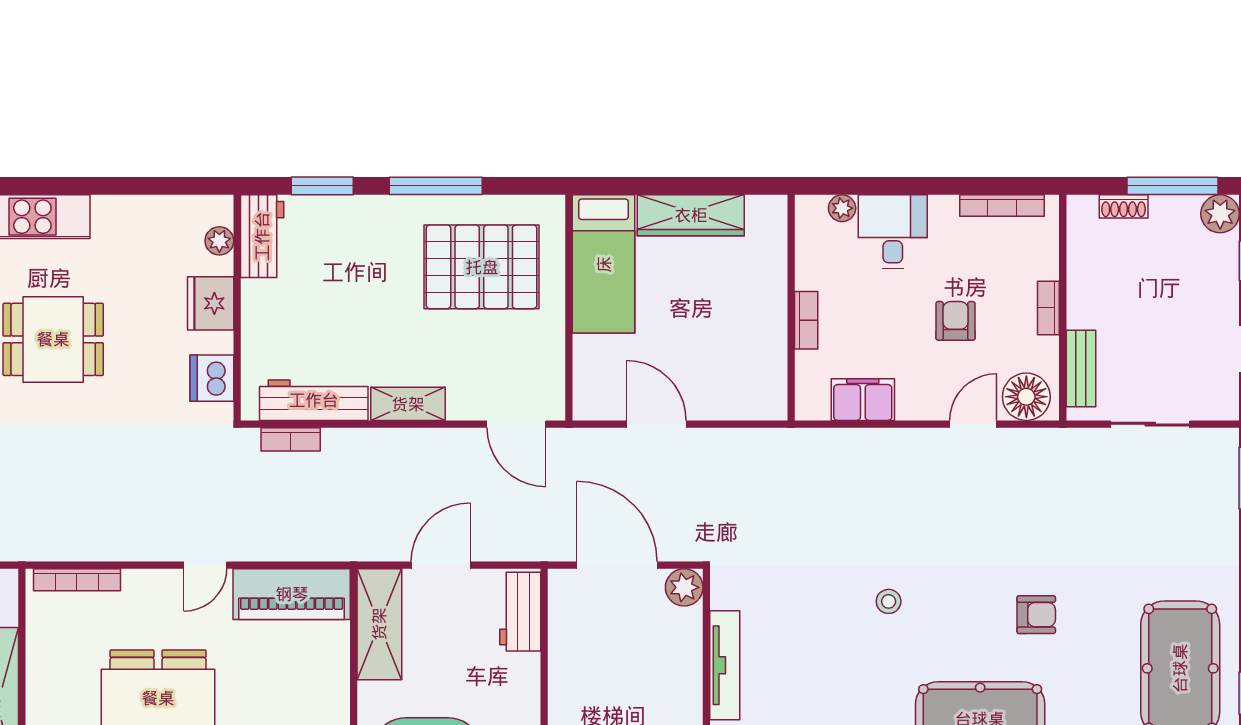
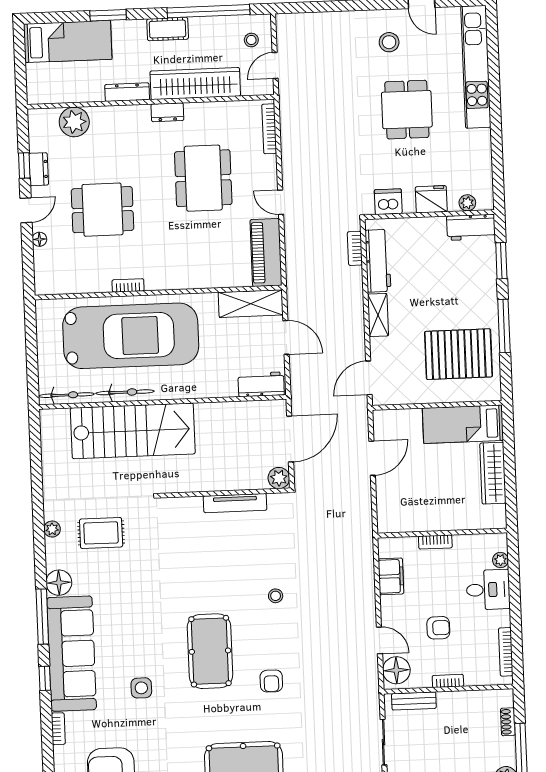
pallet: (482, 267) -> (458, 354), turned 90

